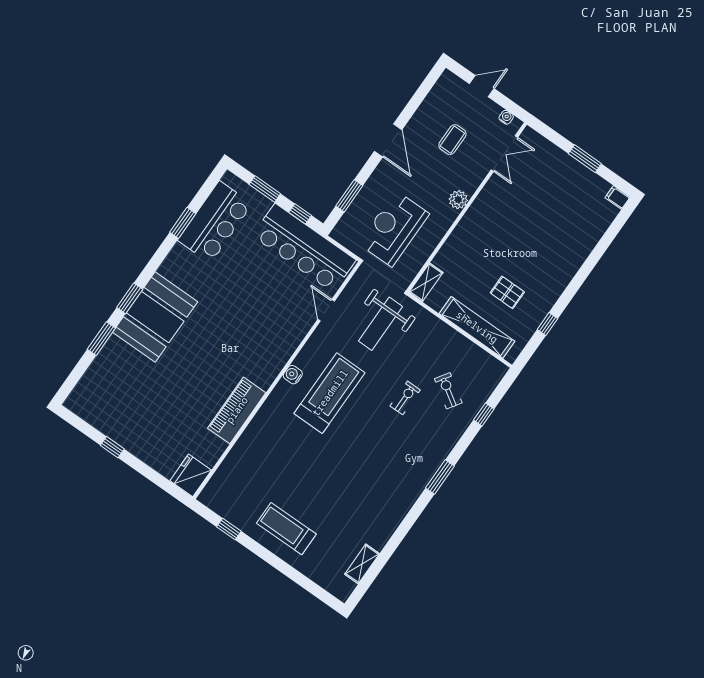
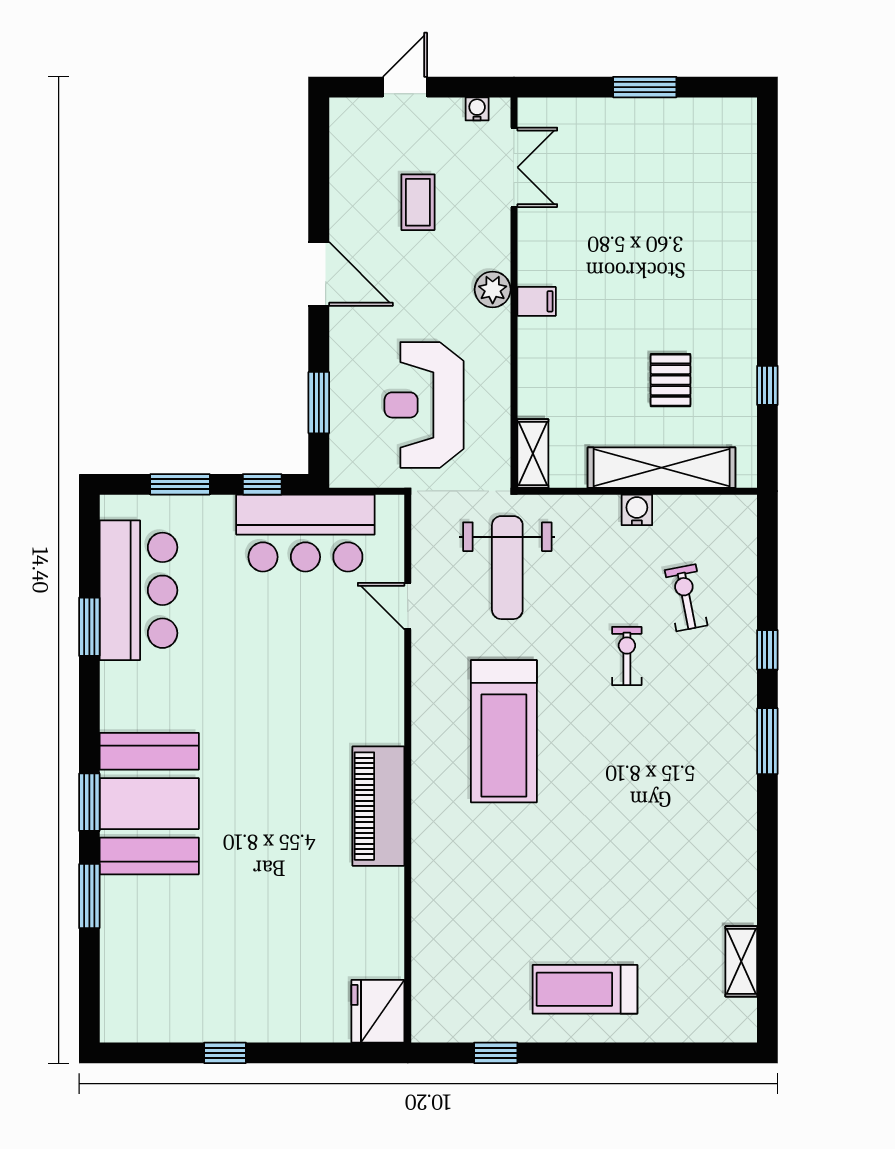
filing cabinet: (617, 197) -> (537, 301), moved, turned 180
bar counter: (304, 248) -> (305, 533), width x0.73
pallet: (507, 292) -> (671, 380), turned 90
water cooler: (293, 375) -> (637, 510), moved, turned 90
exercise bike: (448, 391) -> (686, 598), turned 46
treadmill: (330, 393) -> (504, 731), turned 180
piano: (237, 410) -> (378, 806), moved
window: (484, 415) -> (767, 650), moved

